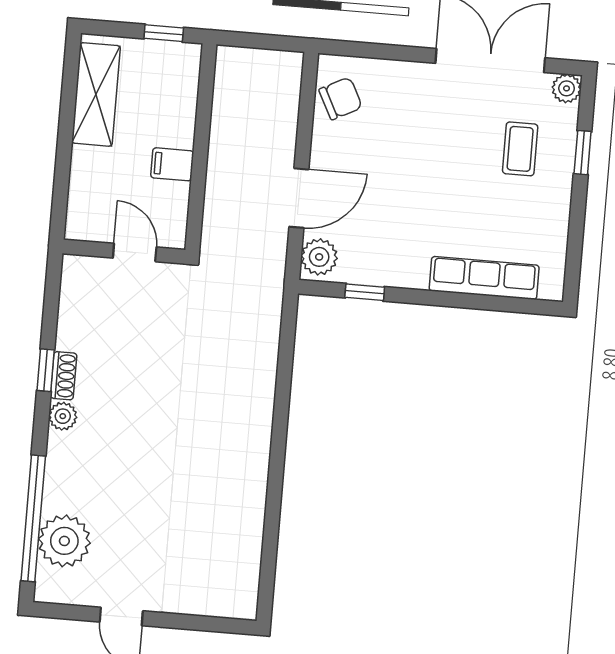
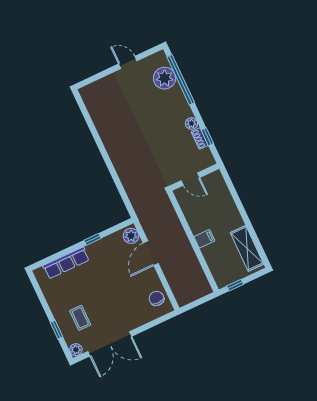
chair: (341, 98) -> (157, 298), turned 117
wall: (124, 252) -> (195, 177), moved
door: (135, 252) -> (190, 179), moved
window: (365, 292) -> (92, 239), moved

